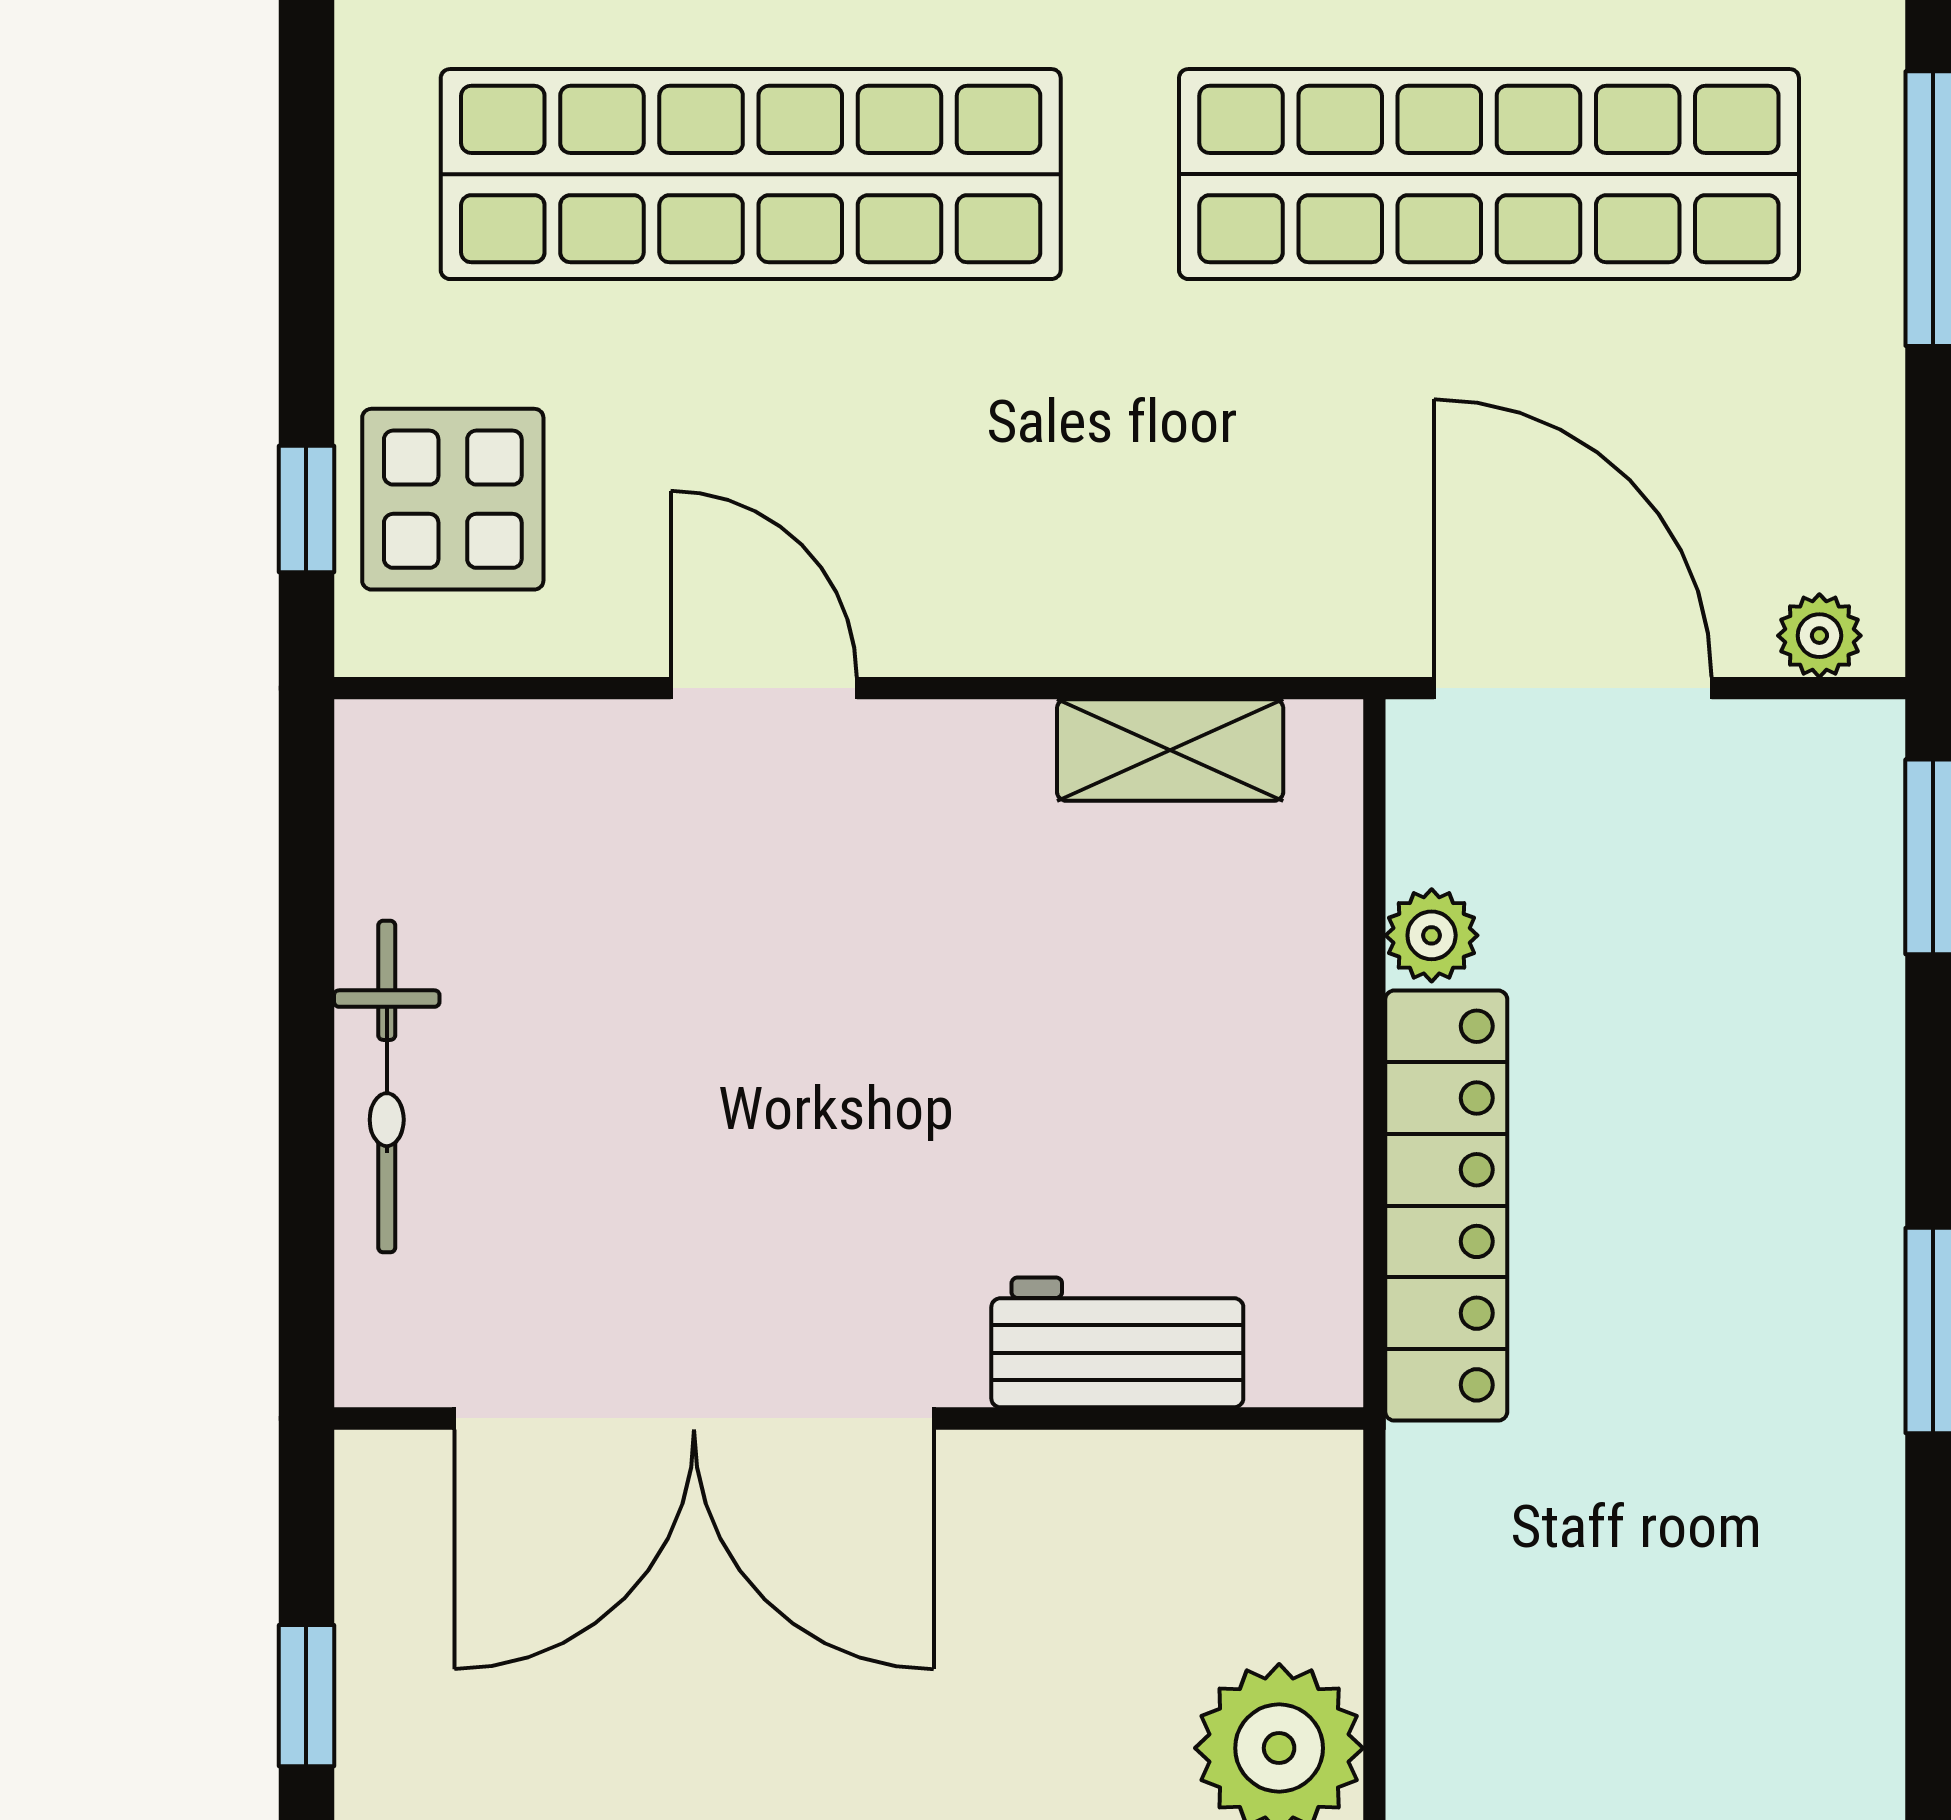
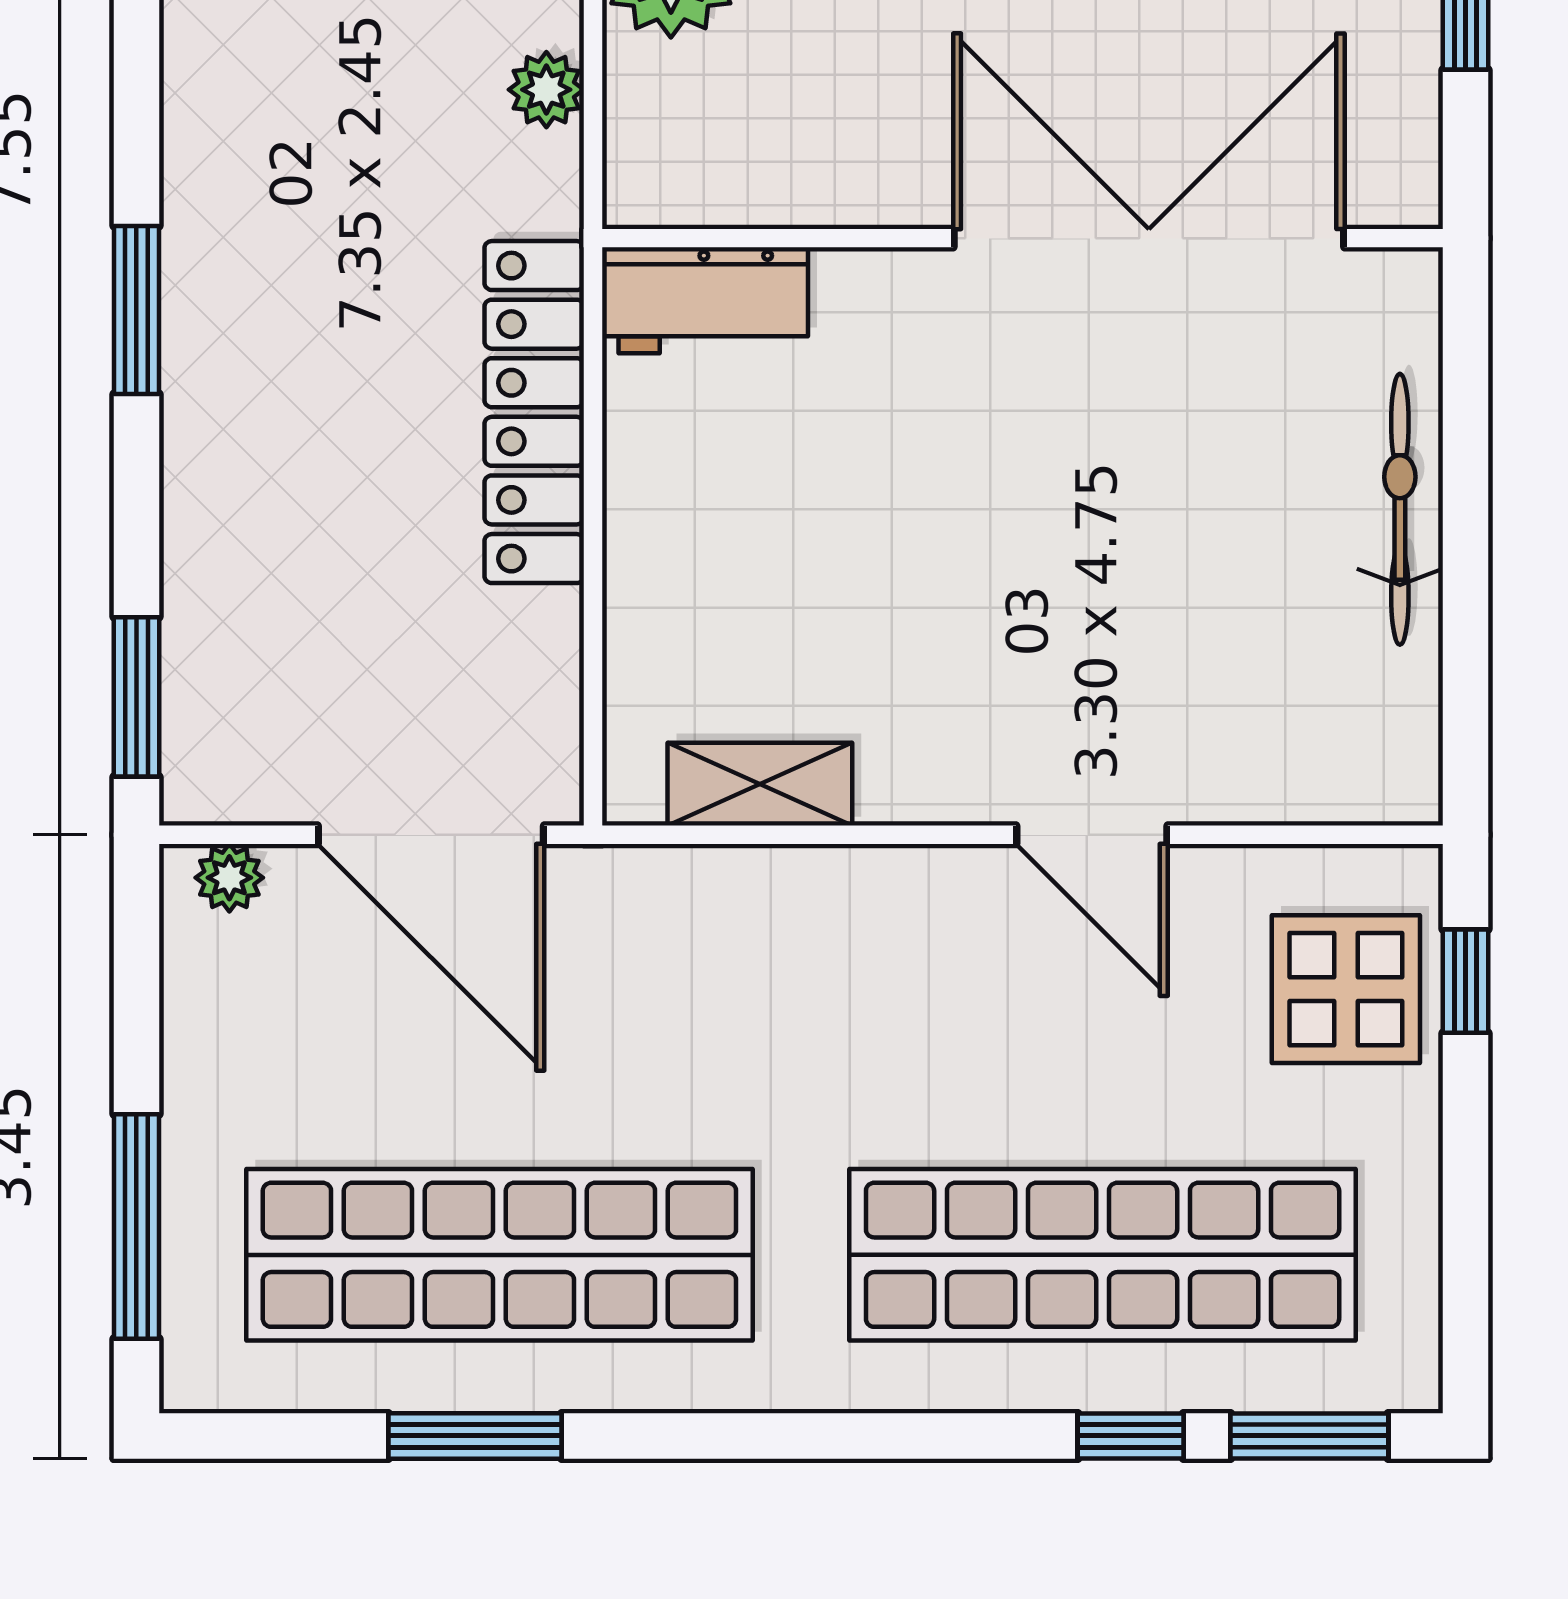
plant: (1432, 935) -> (546, 90), moved
workbench: (1117, 1342) -> (705, 300), moved

